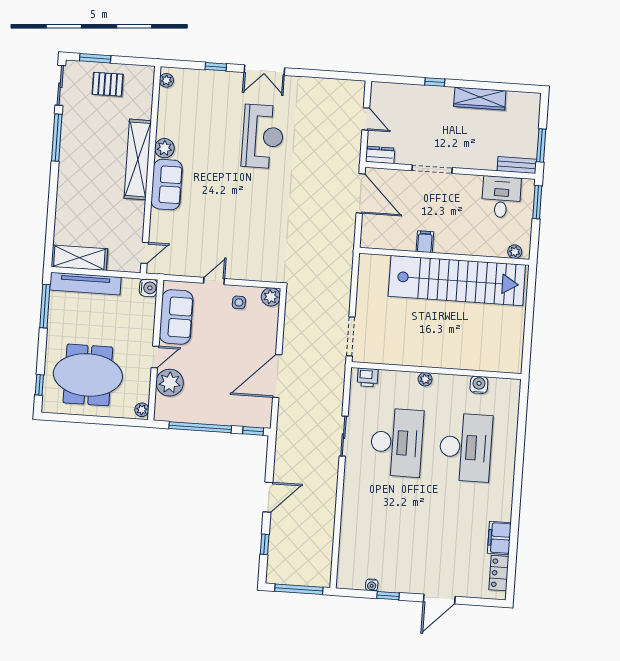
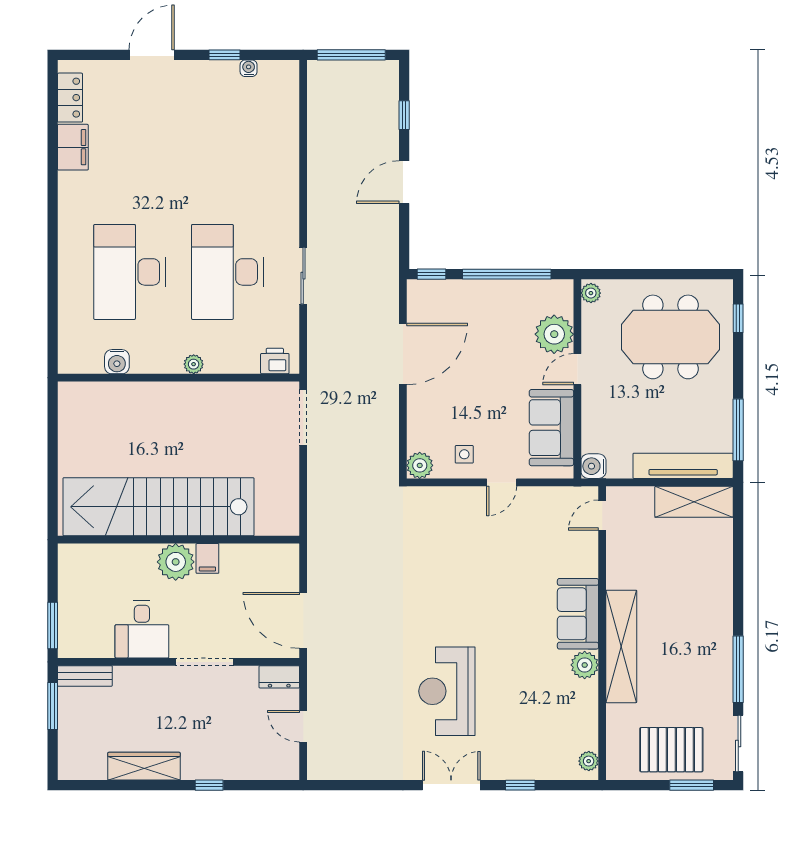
pallet: (108, 84) -> (671, 750), width x1.50, depth x1.42
desk: (501, 197) -> (142, 629), moved
plant: (515, 252) -> (176, 562), moved, width x1.88, depth x1.88

